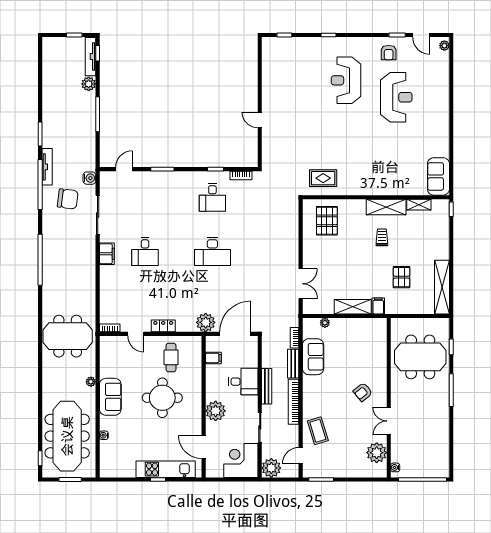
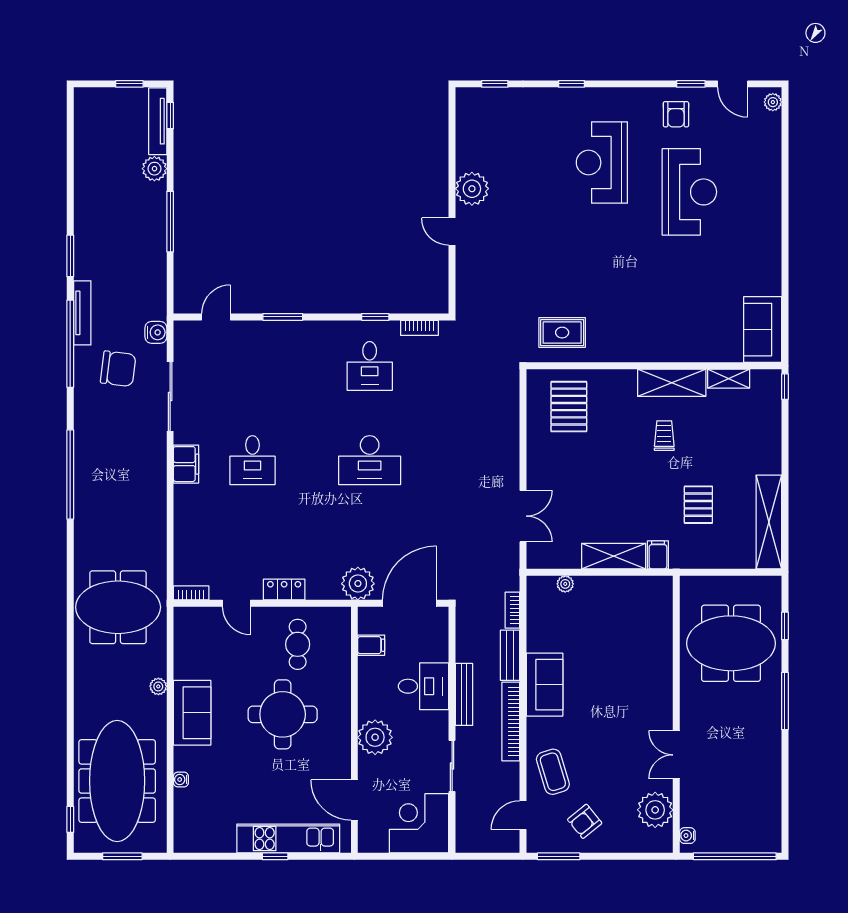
sofa: (313, 357) -> (545, 685), moved
armchair: (363, 392) -> (585, 821), moved
plant: (271, 468) -> (472, 189), moved

